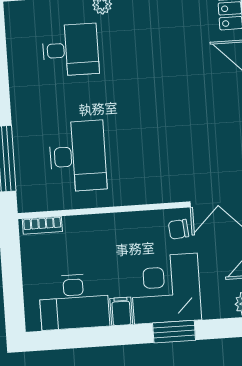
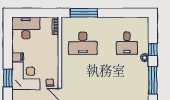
desk: (74, 302) -> (26, 28), moved, turned 90

